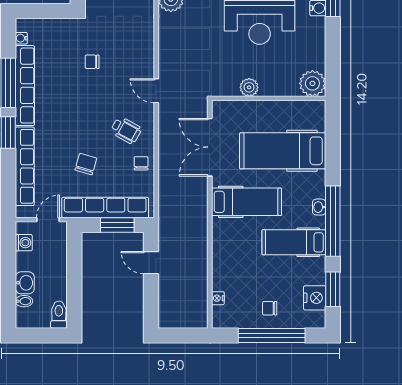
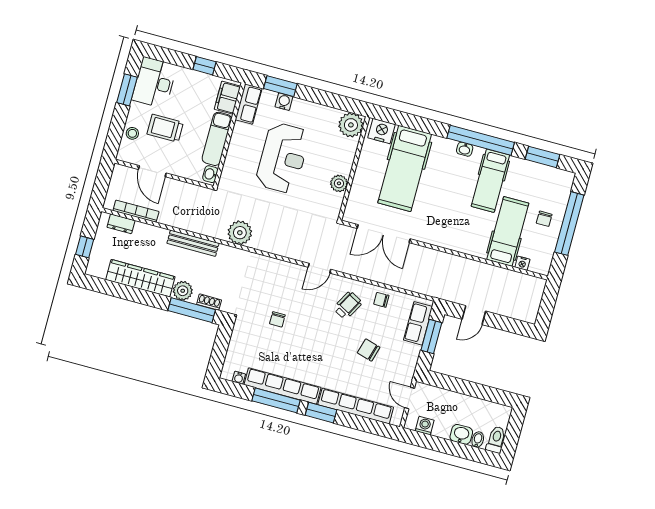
hospital bed: (246, 202) -> (508, 231), moved
row of seats: (105, 207) -> (418, 323), width x0.50
nightstand: (315, 298) -> (382, 131), moved
toilet: (59, 315) -> (496, 440), moved, turned 90

